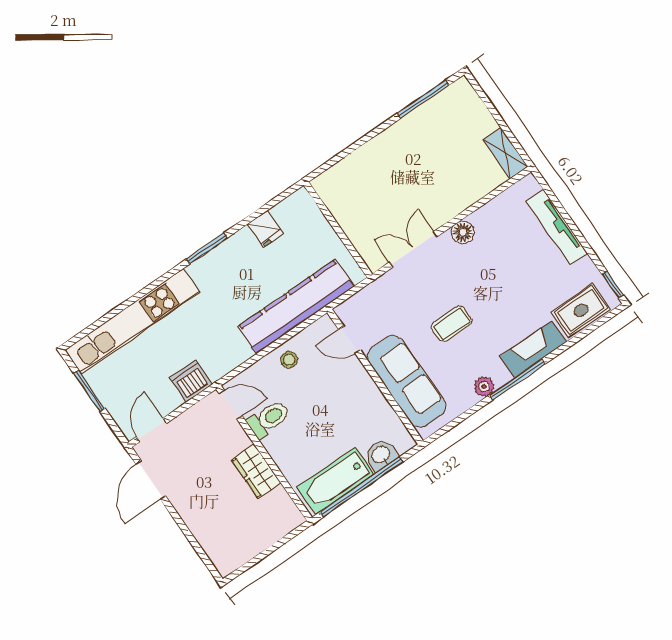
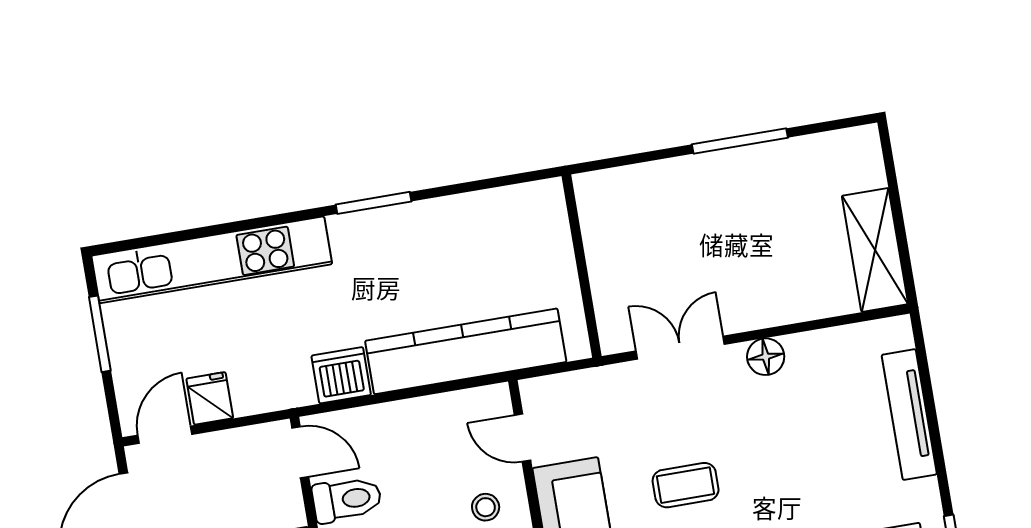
window: (423, 99) -> (740, 141), moved
shelving: (505, 153) -> (875, 250), width x1.50, depth x1.33
fridge: (265, 229) -> (210, 398), moved, turned 180
stool: (289, 360) -> (486, 507), moved
dishwasher: (191, 381) -> (341, 375), moved

